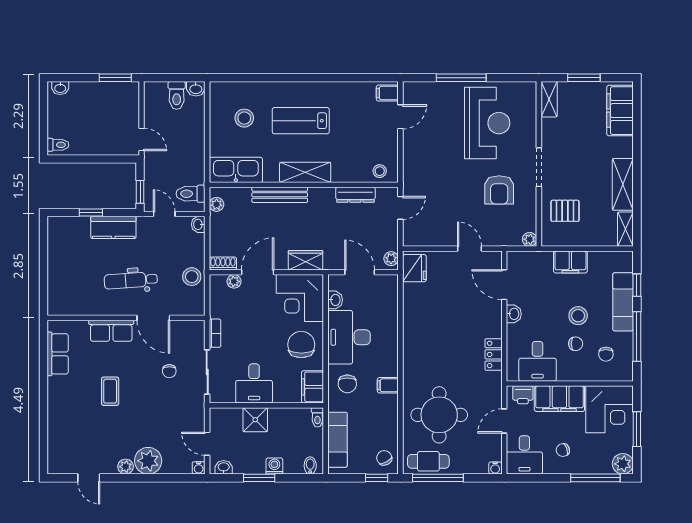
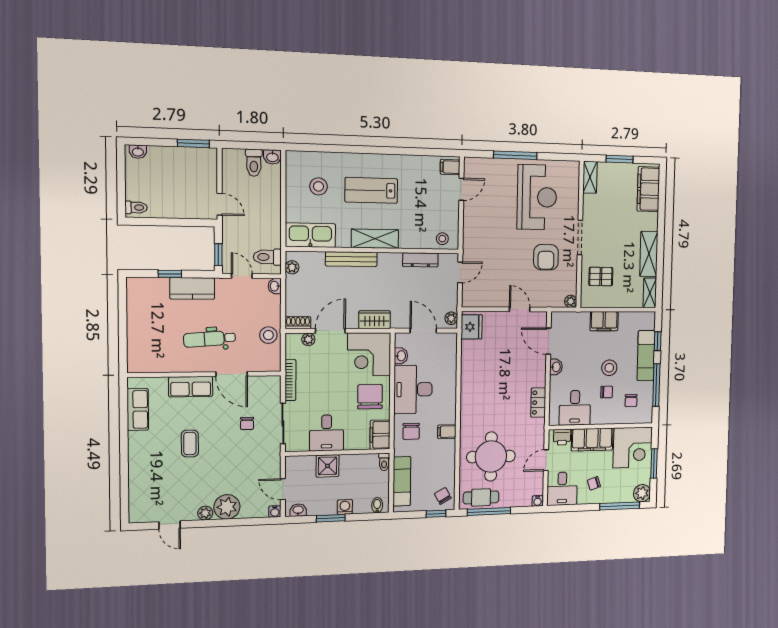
bookcase: (215, 333) -> (290, 380), width x1.56

